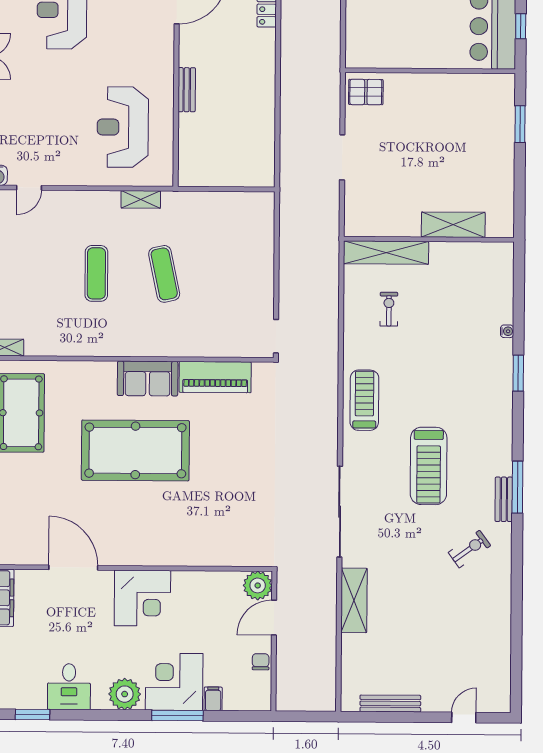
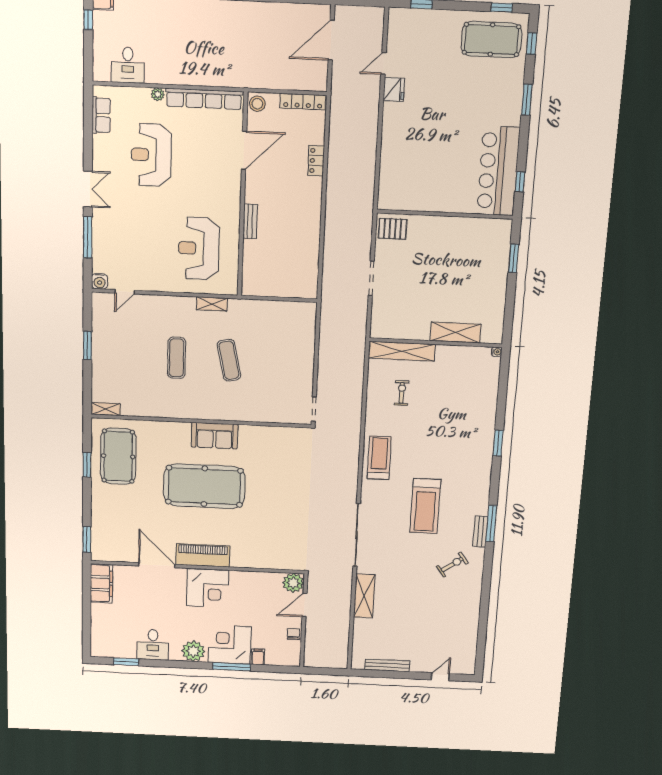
water cooler: (507, 331) -> (497, 352), moved
piano: (215, 377) -> (203, 555), moved, turned 180

